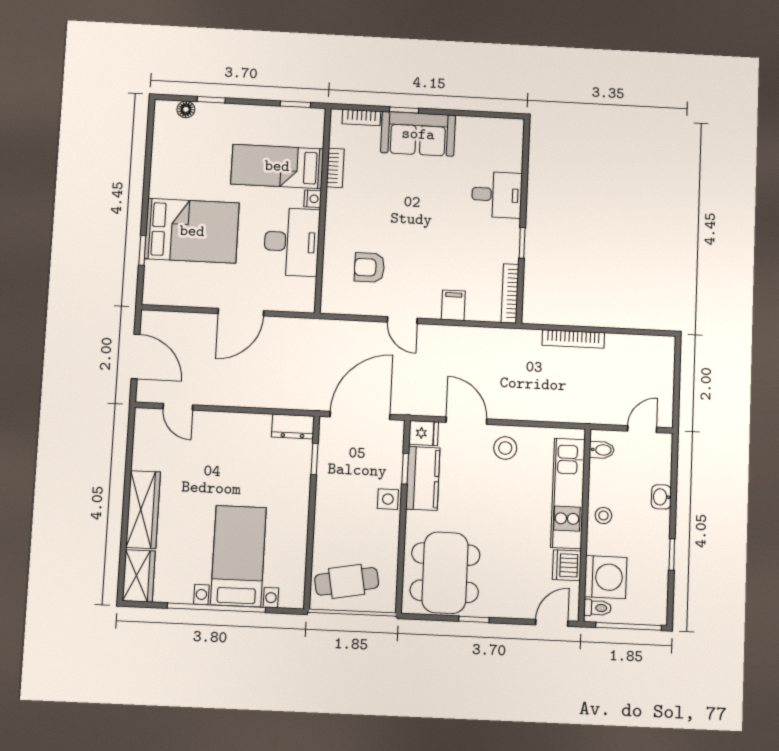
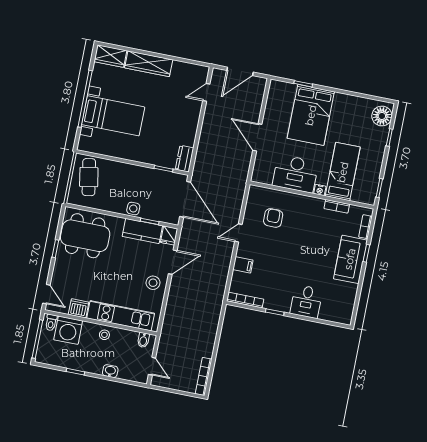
floor lamp: (186, 109) -> (382, 116), width x1.89, depth x1.89
bookcase: (573, 339) -> (204, 376), moved

